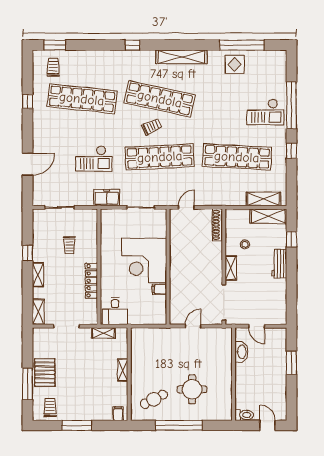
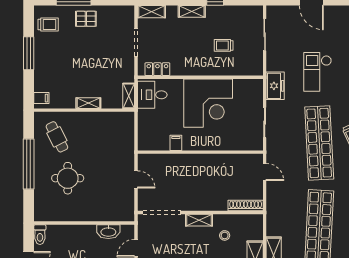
corner desk: (144, 261) -> (208, 103), moved, turned 180
locker: (91, 281) -> (157, 69), moved, width x0.66
shelving: (103, 333) -> (129, 96), moved
pallet: (45, 372) -> (86, 19), width x0.67, depth x0.71

